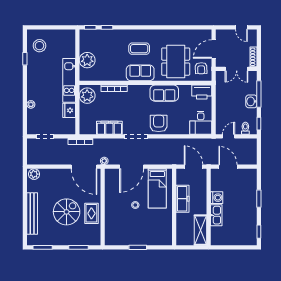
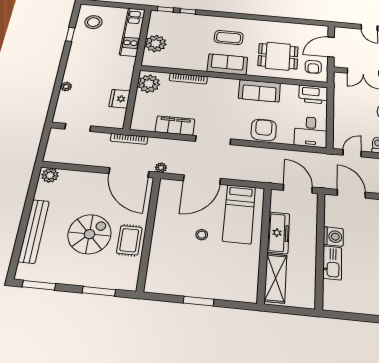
dining table: (176, 62) -> (278, 56), width x0.73
kitchen unit: (69, 80) -> (132, 32), moved
armchair: (159, 123) -> (264, 130), moved
shelving: (200, 230) -> (276, 278), moved

